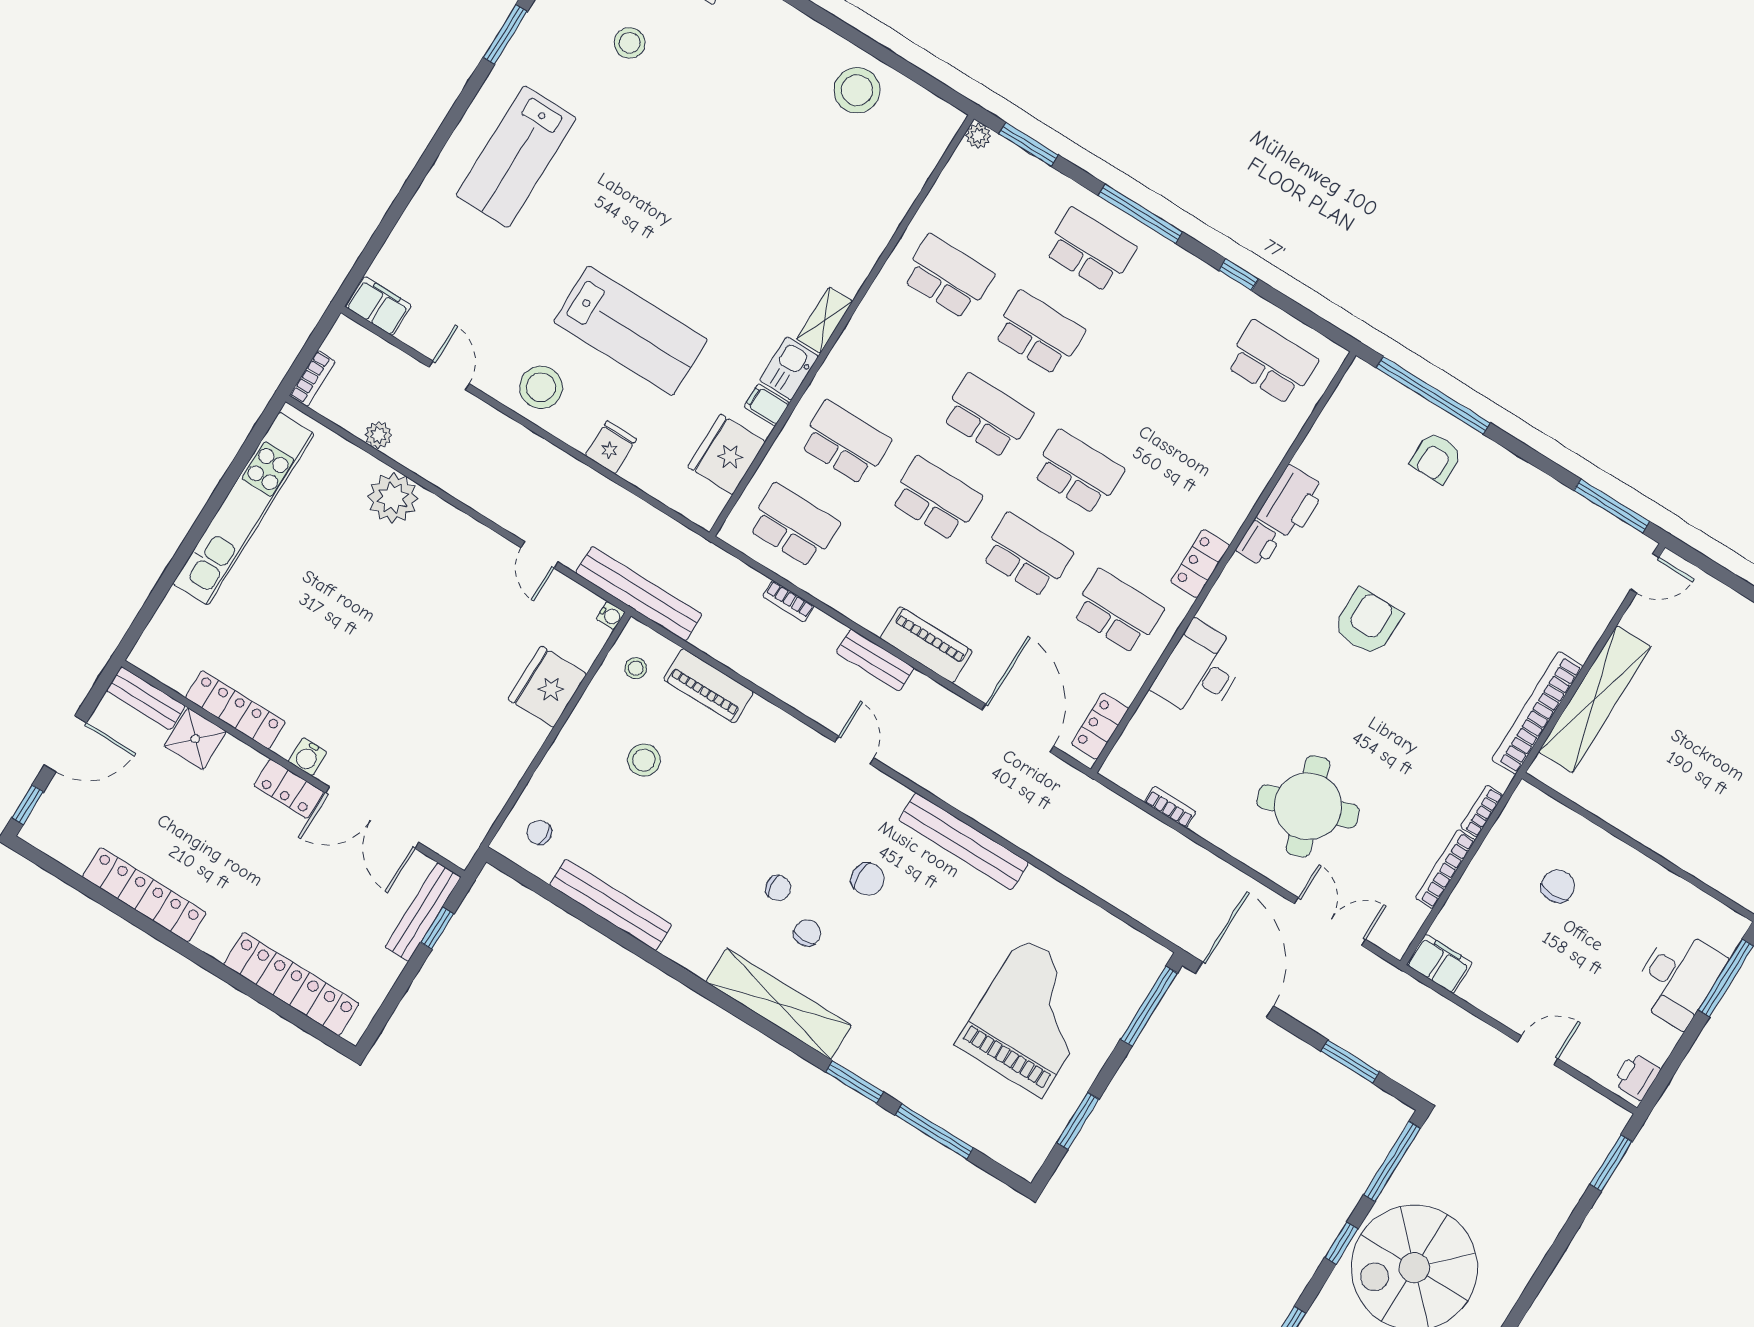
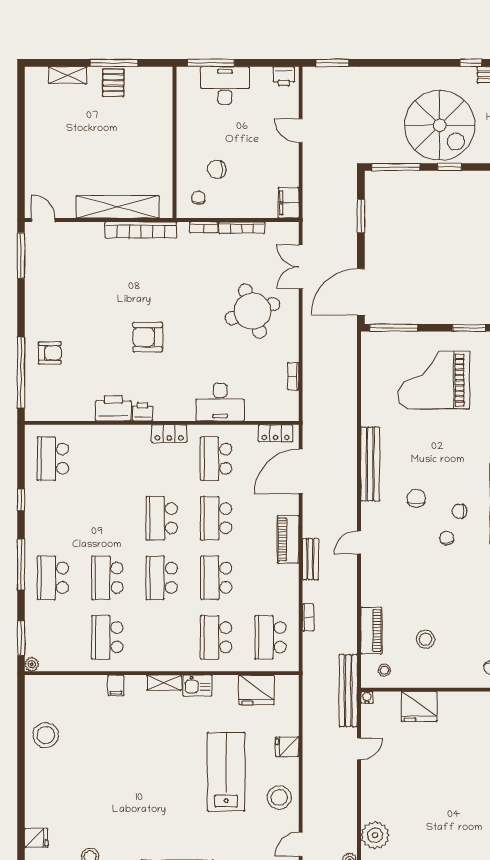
filing cabinet: (767, 405) -> (116, 685), moved
chair: (1532, 831) -> (198, 198), added

